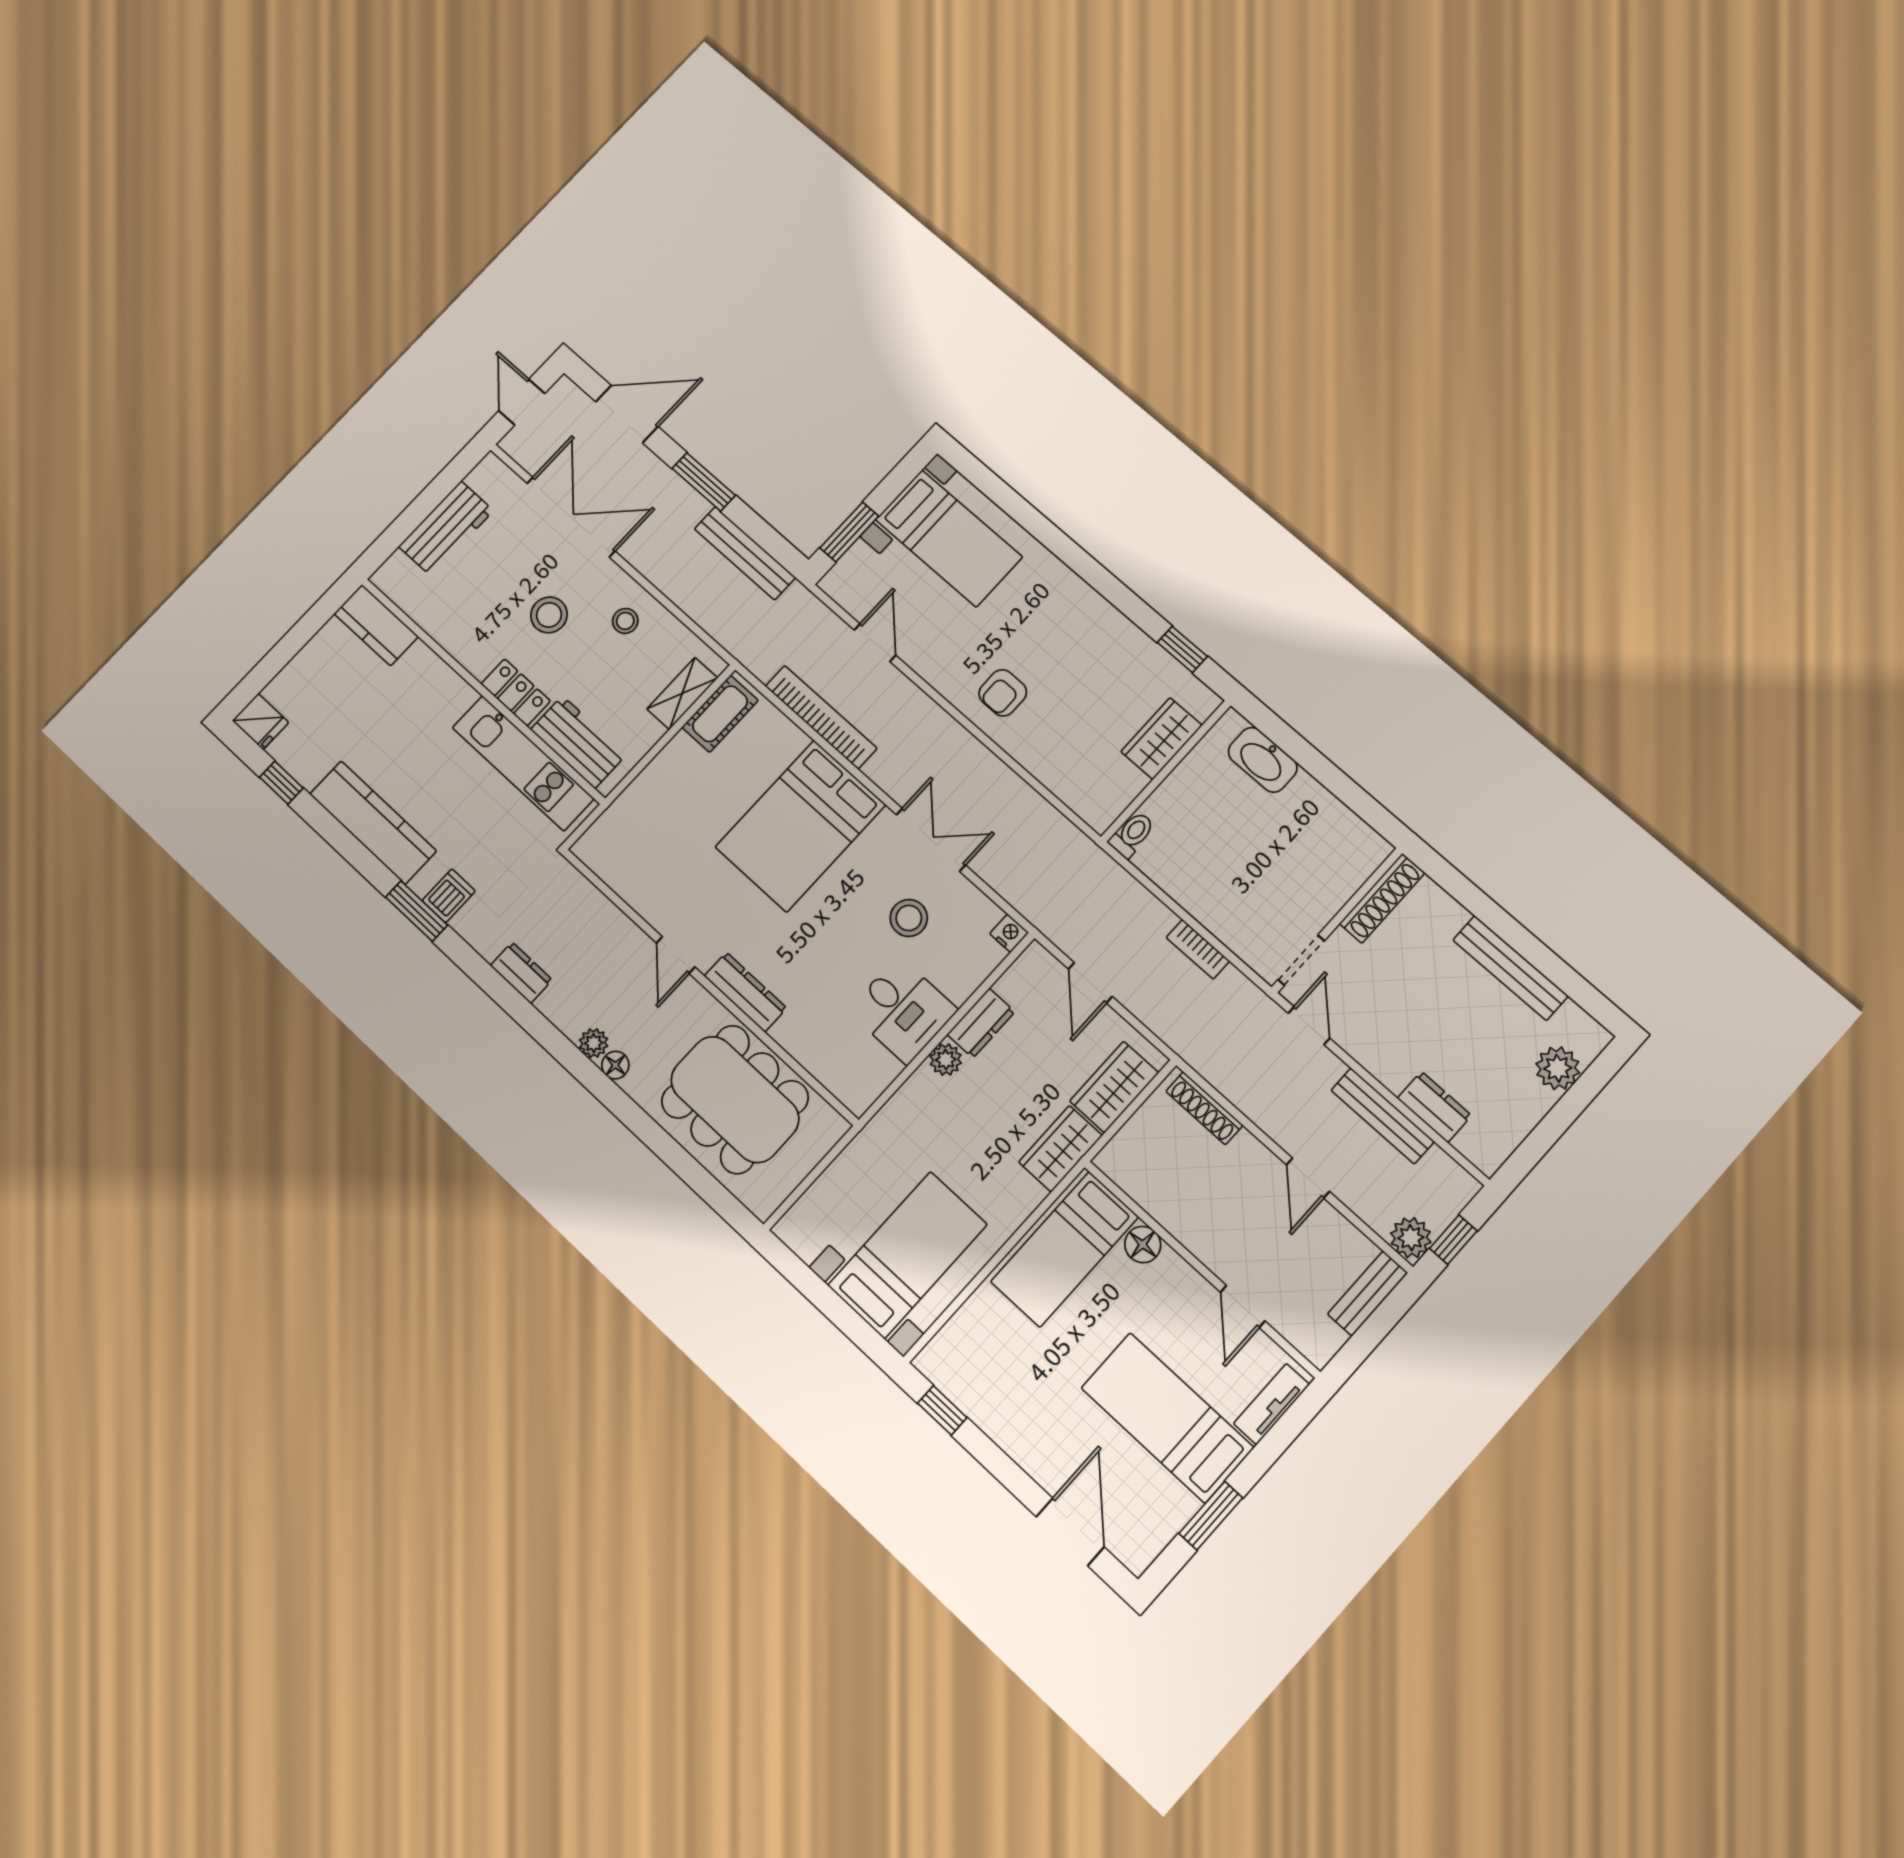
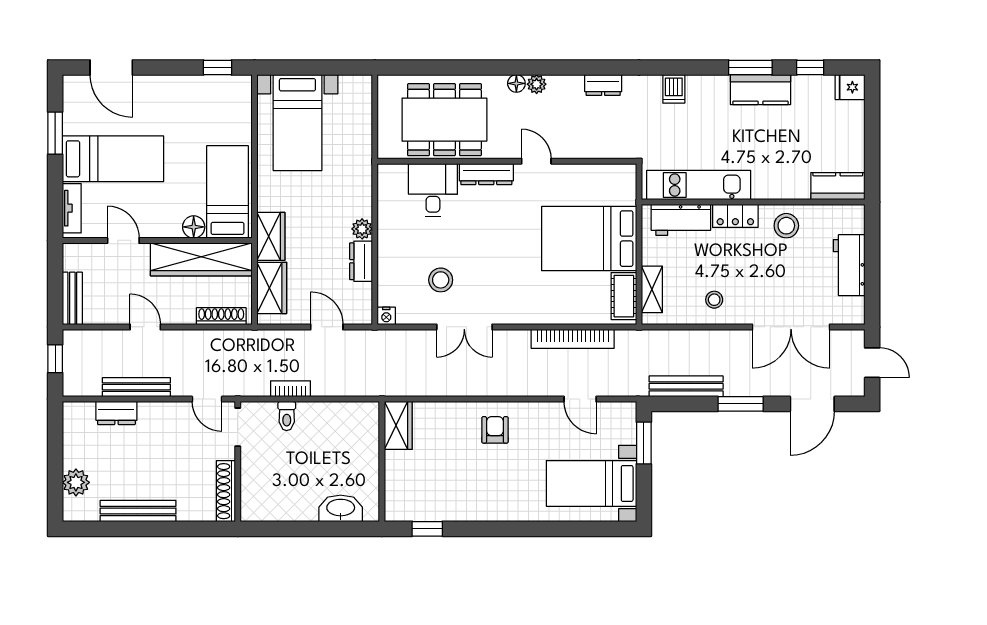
stool: (549, 615) -> (786, 226), moved
wardrobe: (1161, 738) -> (398, 425), moved
kitchen counter: (373, 822) -> (760, 90), width x0.67
bed: (800, 826) -> (589, 239), moved, turned -90
toilet: (1132, 835) -> (287, 416), moved
window: (417, 911) -> (750, 67), moved
desk: (903, 1010) -> (433, 190), moved, turned 90
wardrobe: (1168, 1197) -> (201, 259), added
plant: (1411, 1238) -> (75, 342), removed

